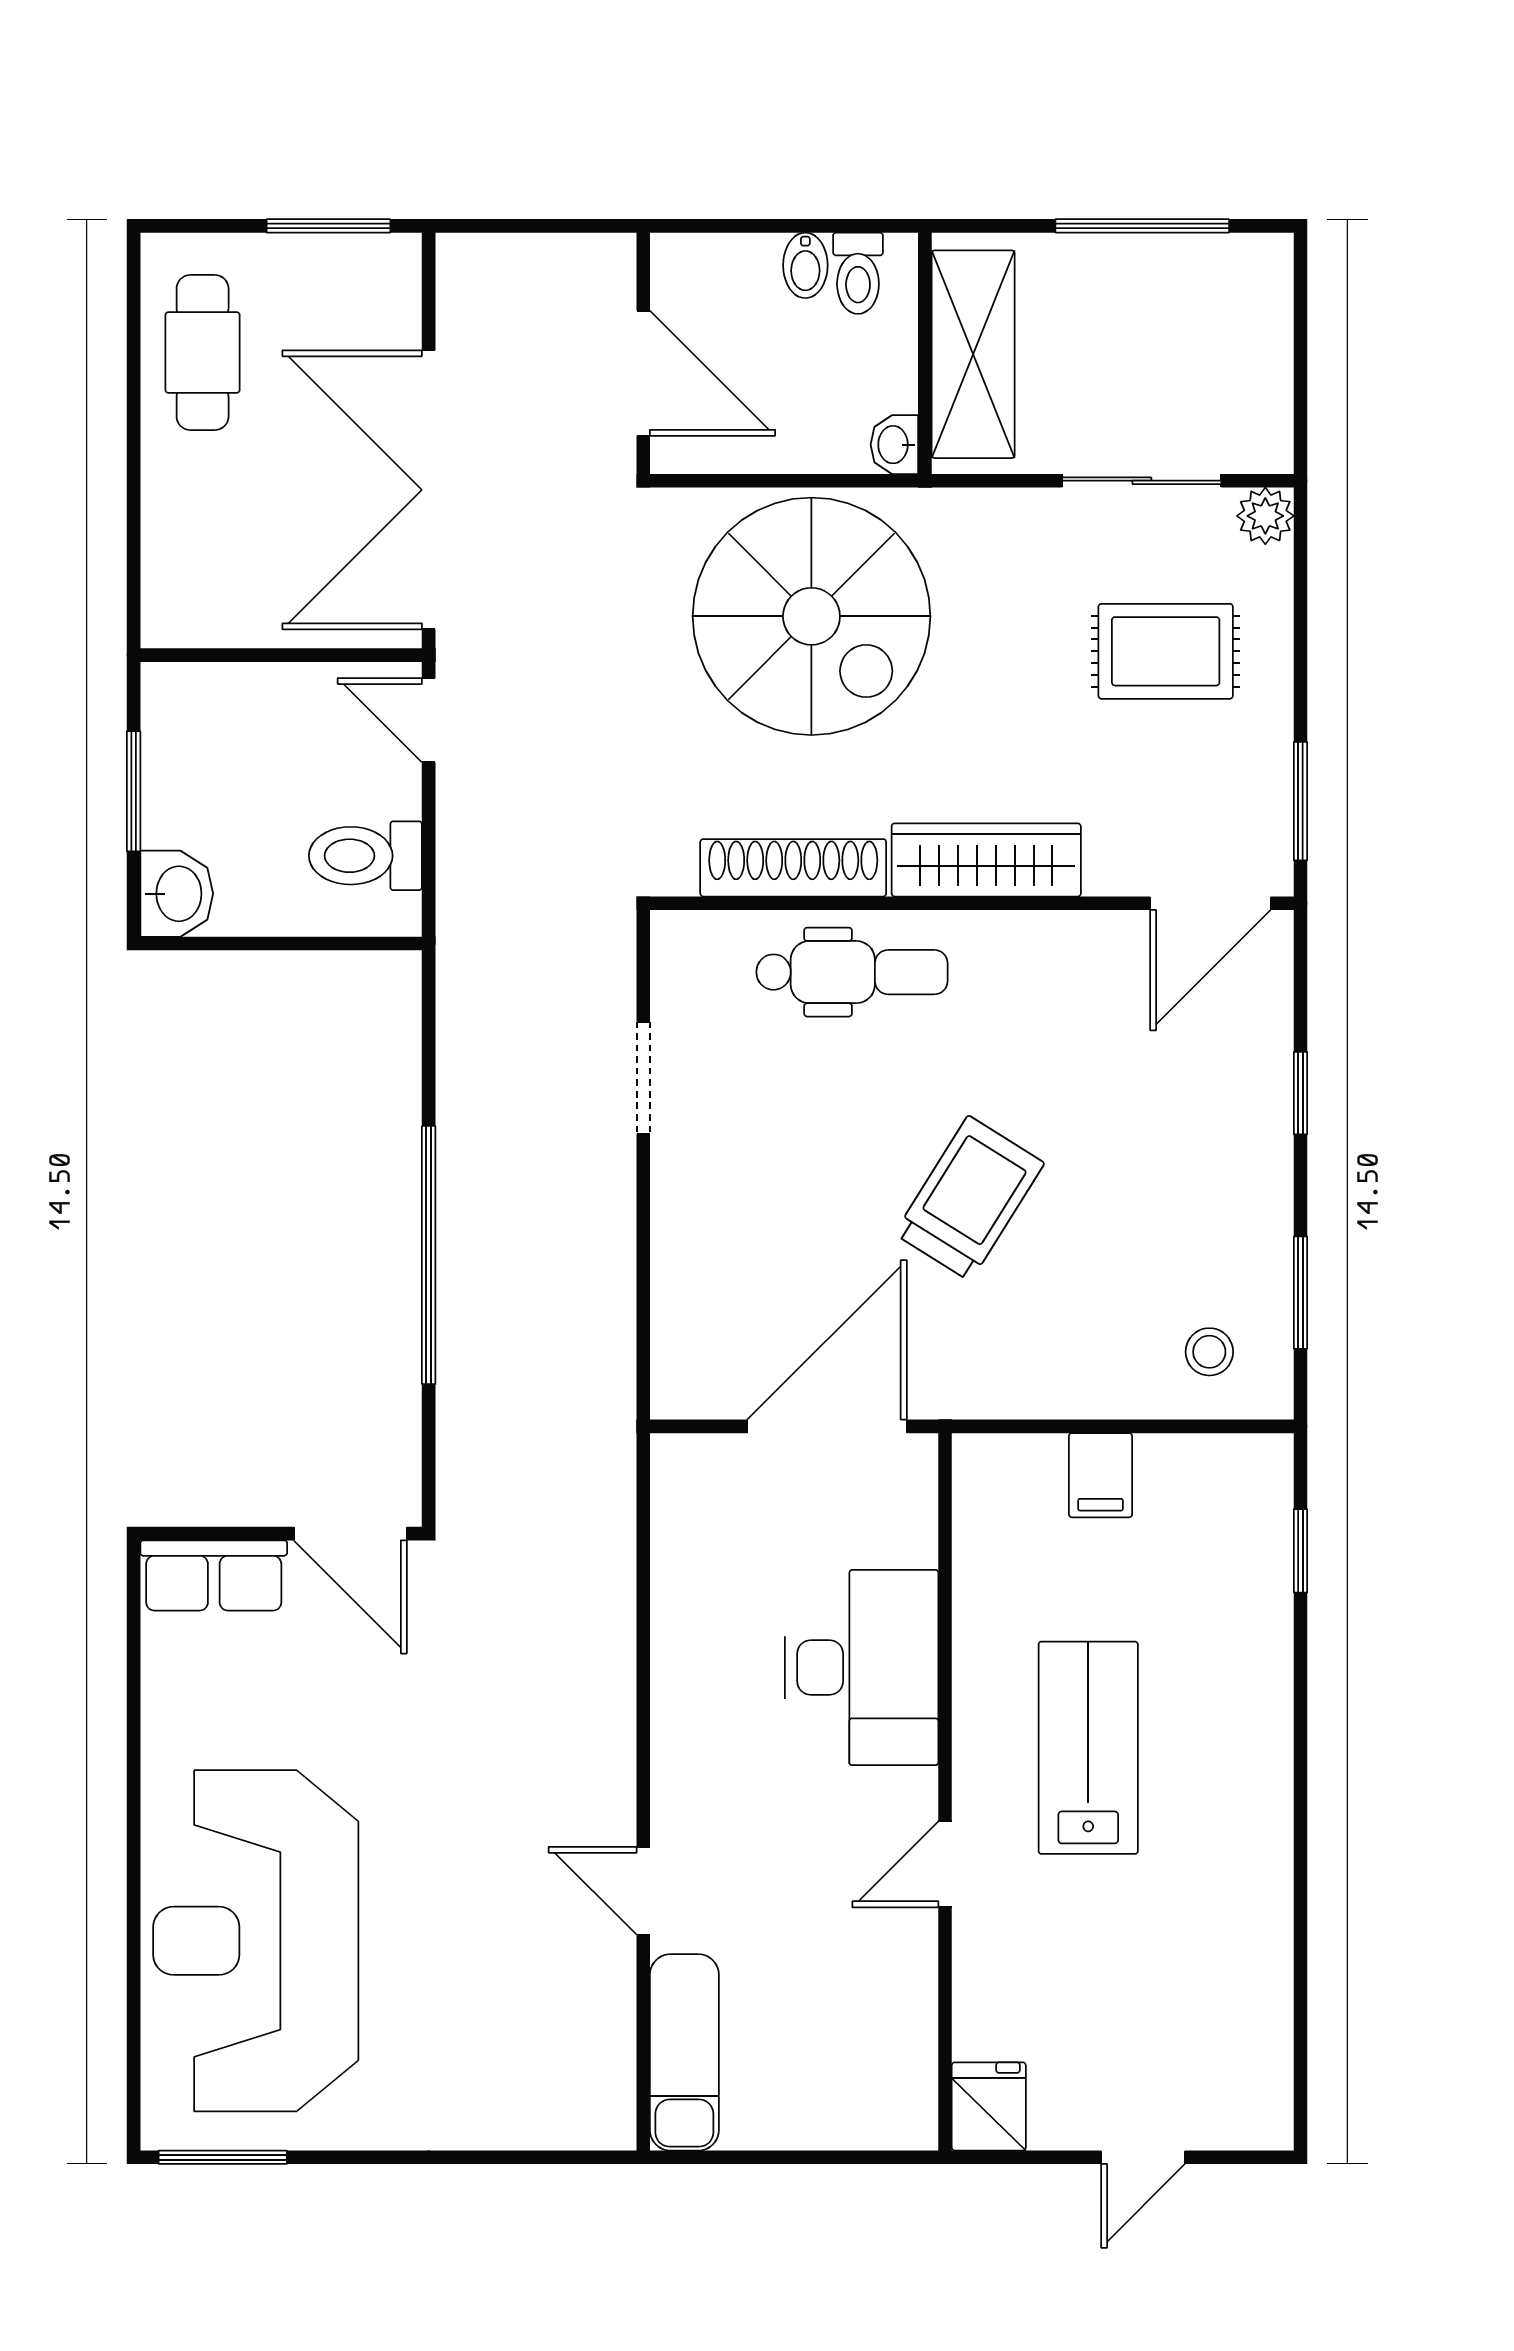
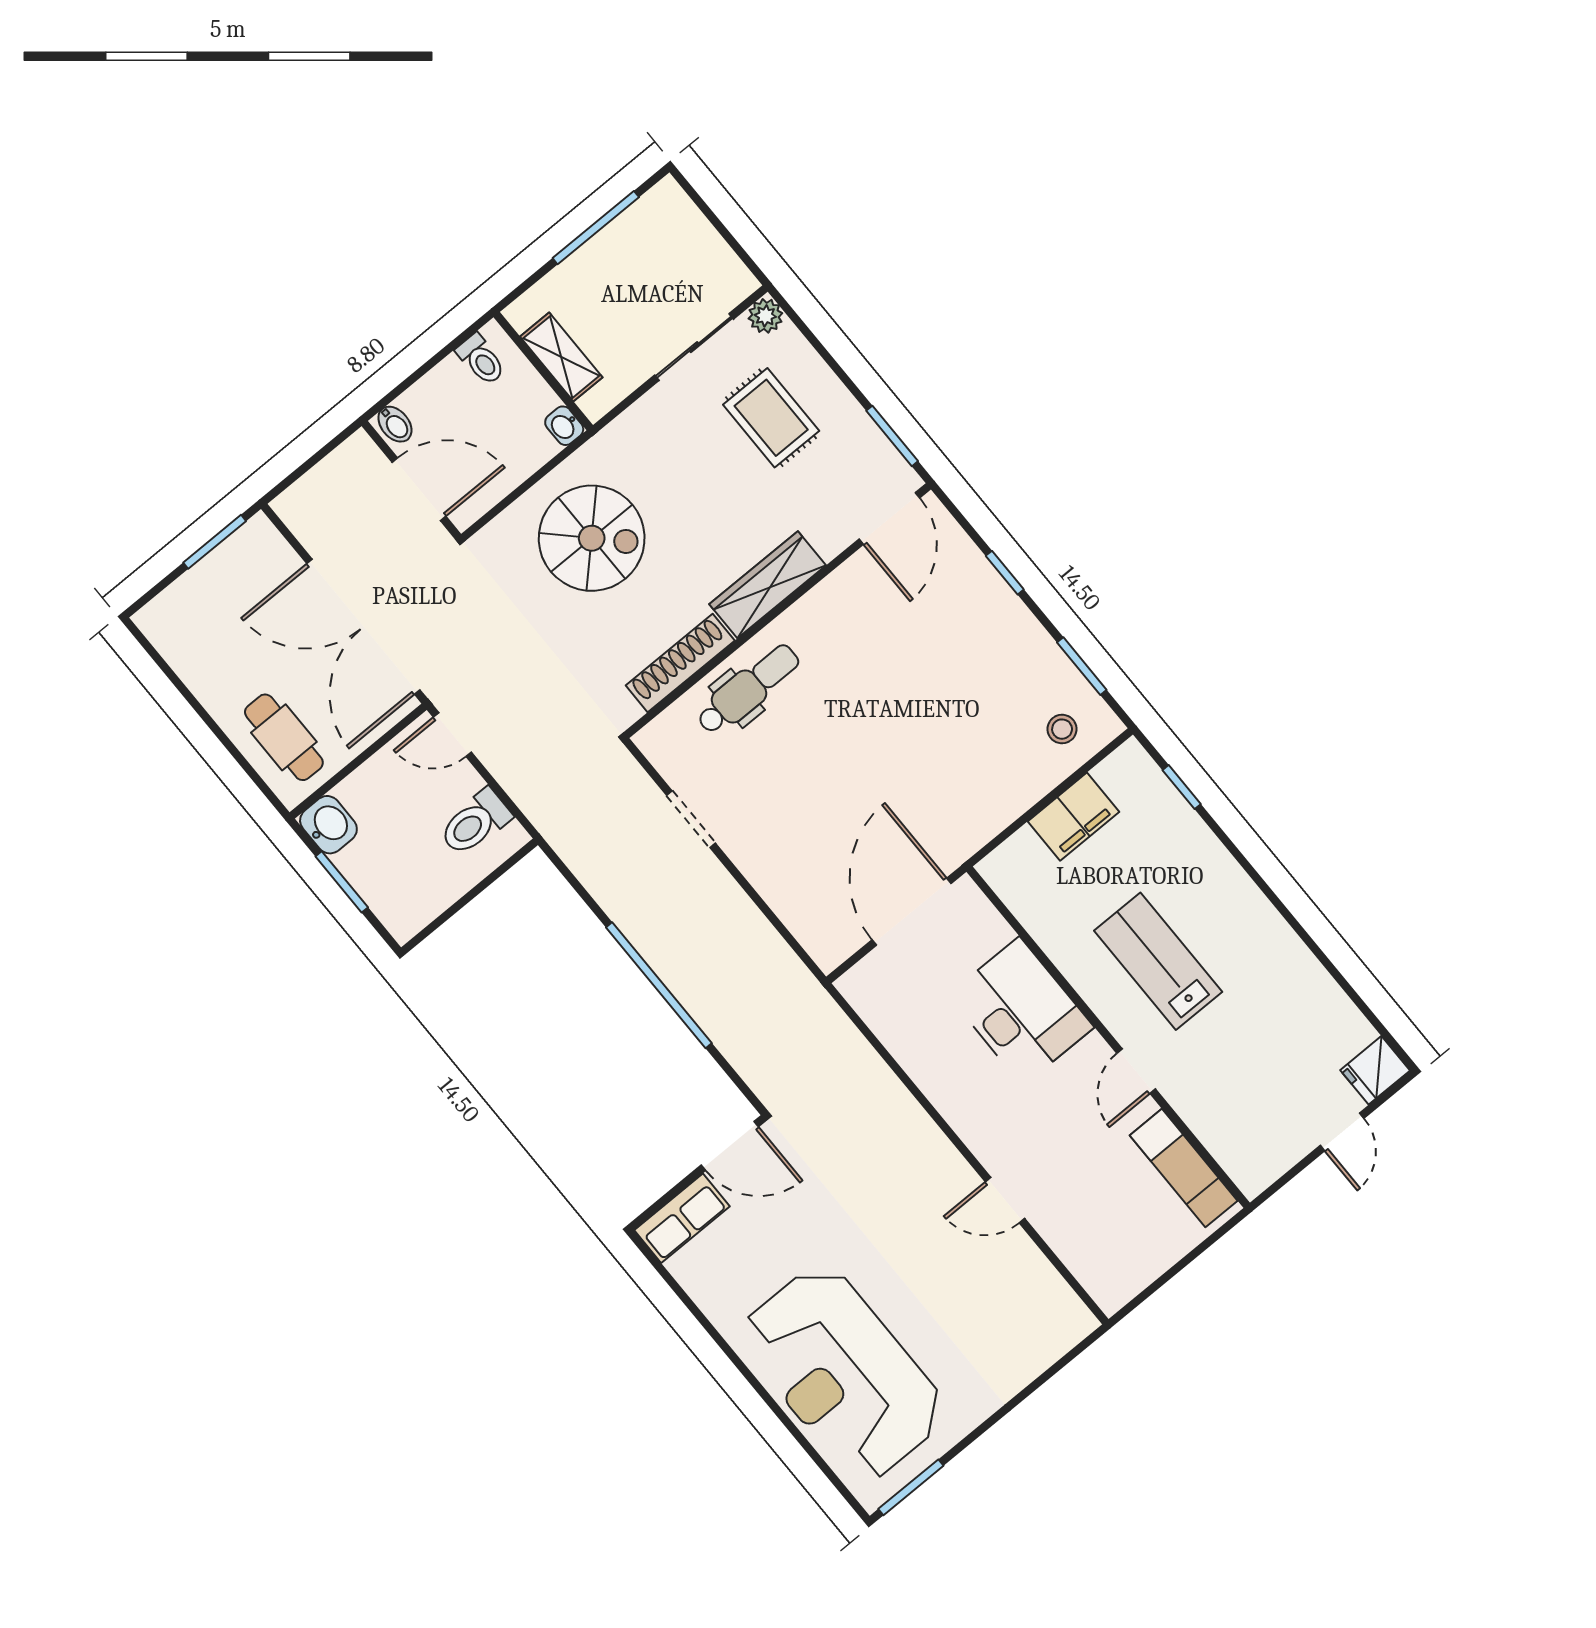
bidet: (805, 265) -> (395, 424), moved
cafe table: (203, 353) -> (284, 737), moved
shelving: (973, 354) -> (561, 357), width x0.67, depth x0.75
spiral stairs: (811, 616) -> (592, 538), width x0.73, depth x0.73
rug: (1166, 651) -> (771, 418), turned 90
washbasin: (177, 894) -> (328, 825), moved
trolley: (969, 1198) -> (890, 750), removed
filing cabinet: (1101, 1475) -> (1073, 817), width x2.00
exam couch: (684, 2052) -> (1184, 1168), moved, turned 180
fridge: (989, 2106) -> (1375, 1070), moved, turned -90

